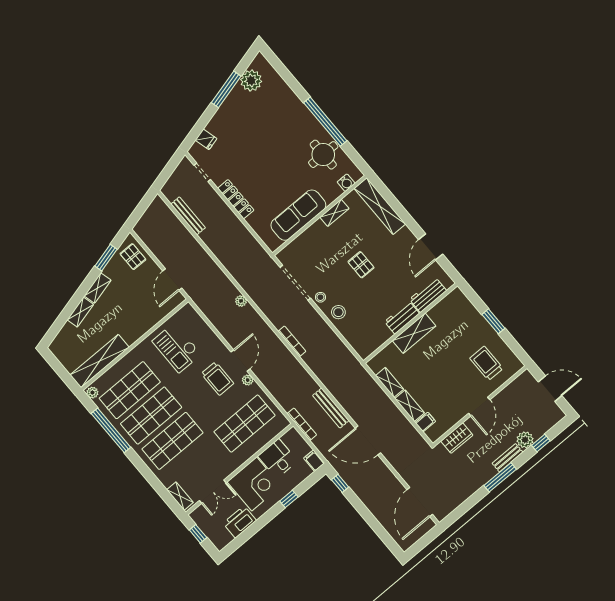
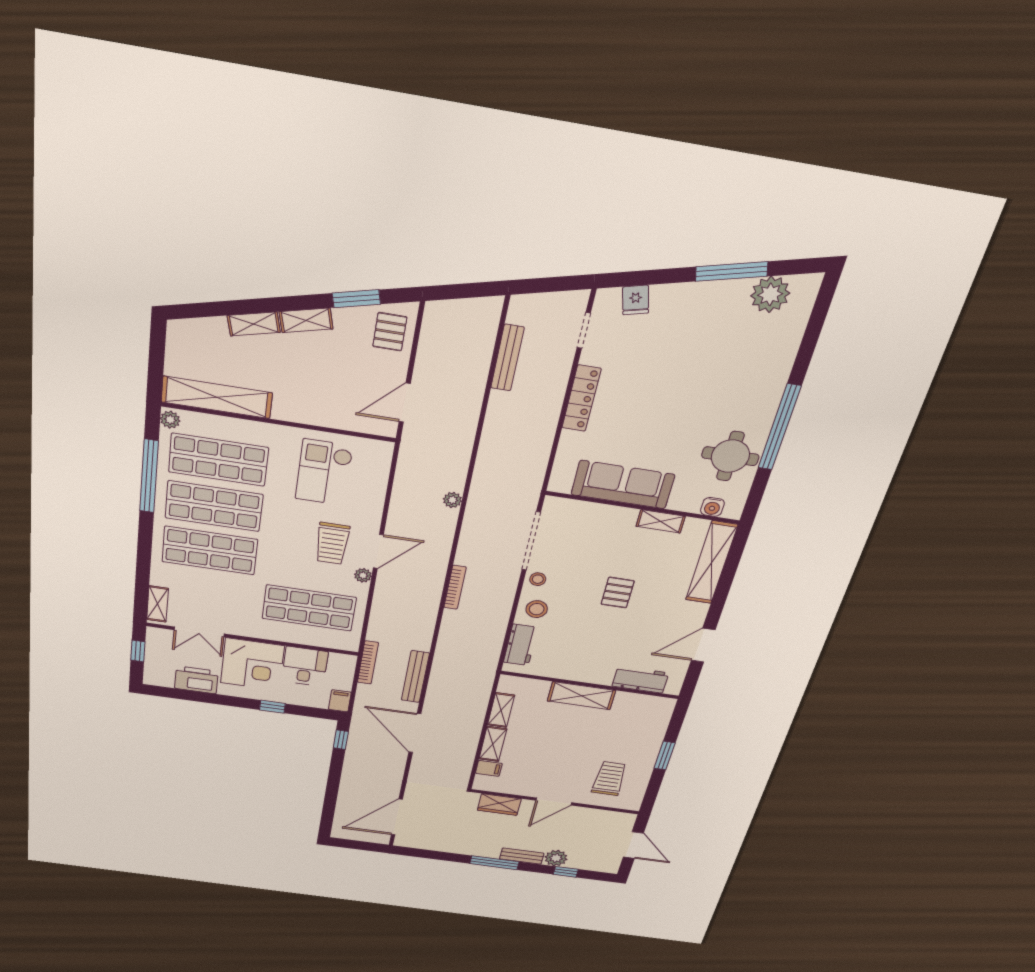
workbench: (402, 318) -> (521, 645), moved, turned 90

